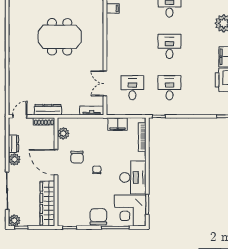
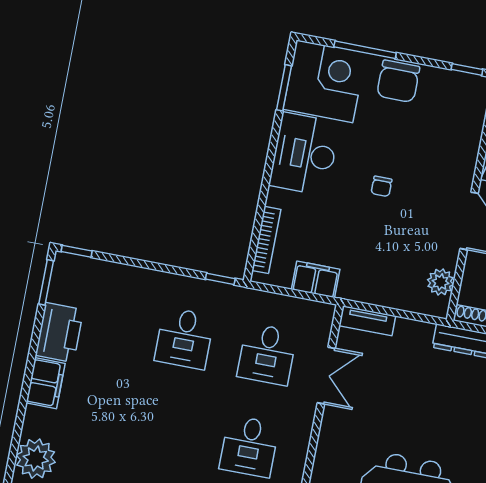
desk: (169, 46) -> (249, 446), moved
chair: (77, 157) -> (420, 223), removed

